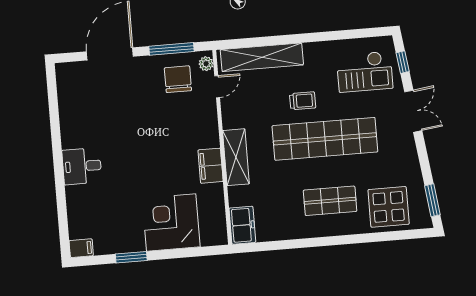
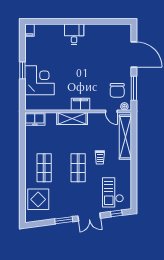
chair: (178, 79) -> (117, 90), turned 90
shop shelf: (325, 139) -> (78, 168), width x0.50, depth x0.74
filing cabinet: (211, 166) -> (81, 104), moved
window: (432, 200) -> (64, 220), moved
window: (131, 257) -> (22, 70), moved

